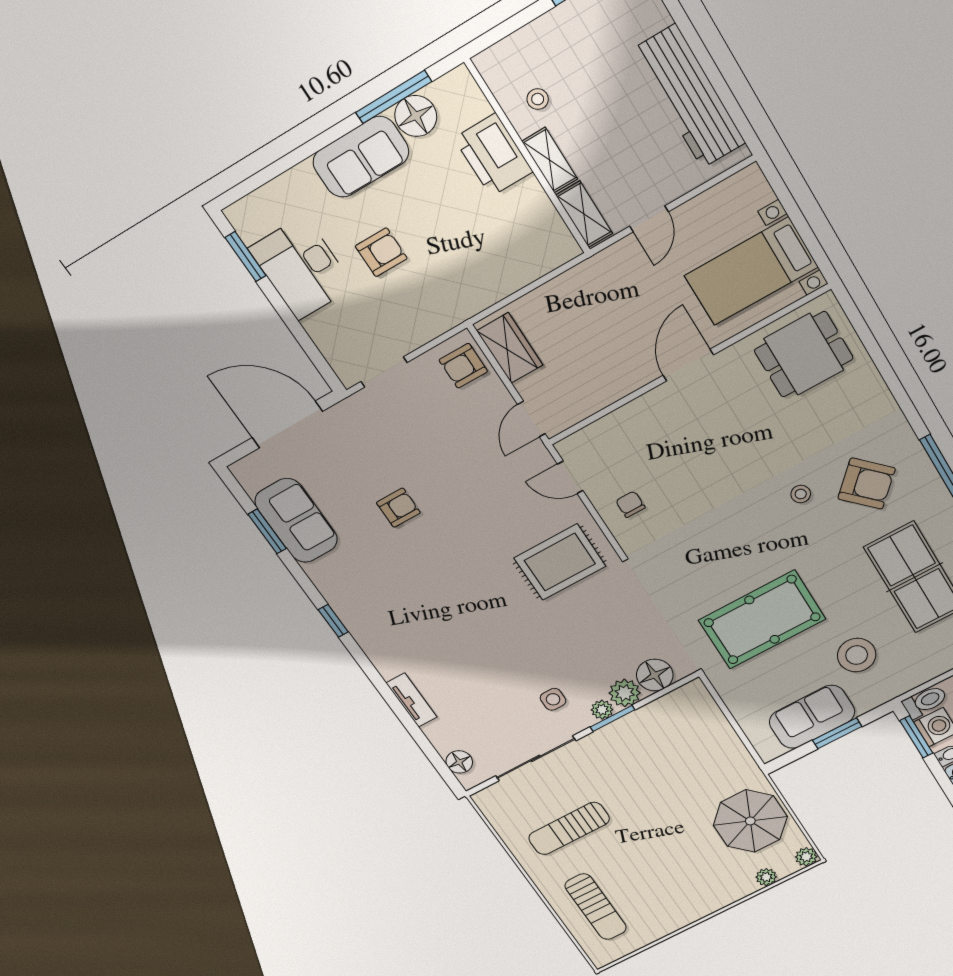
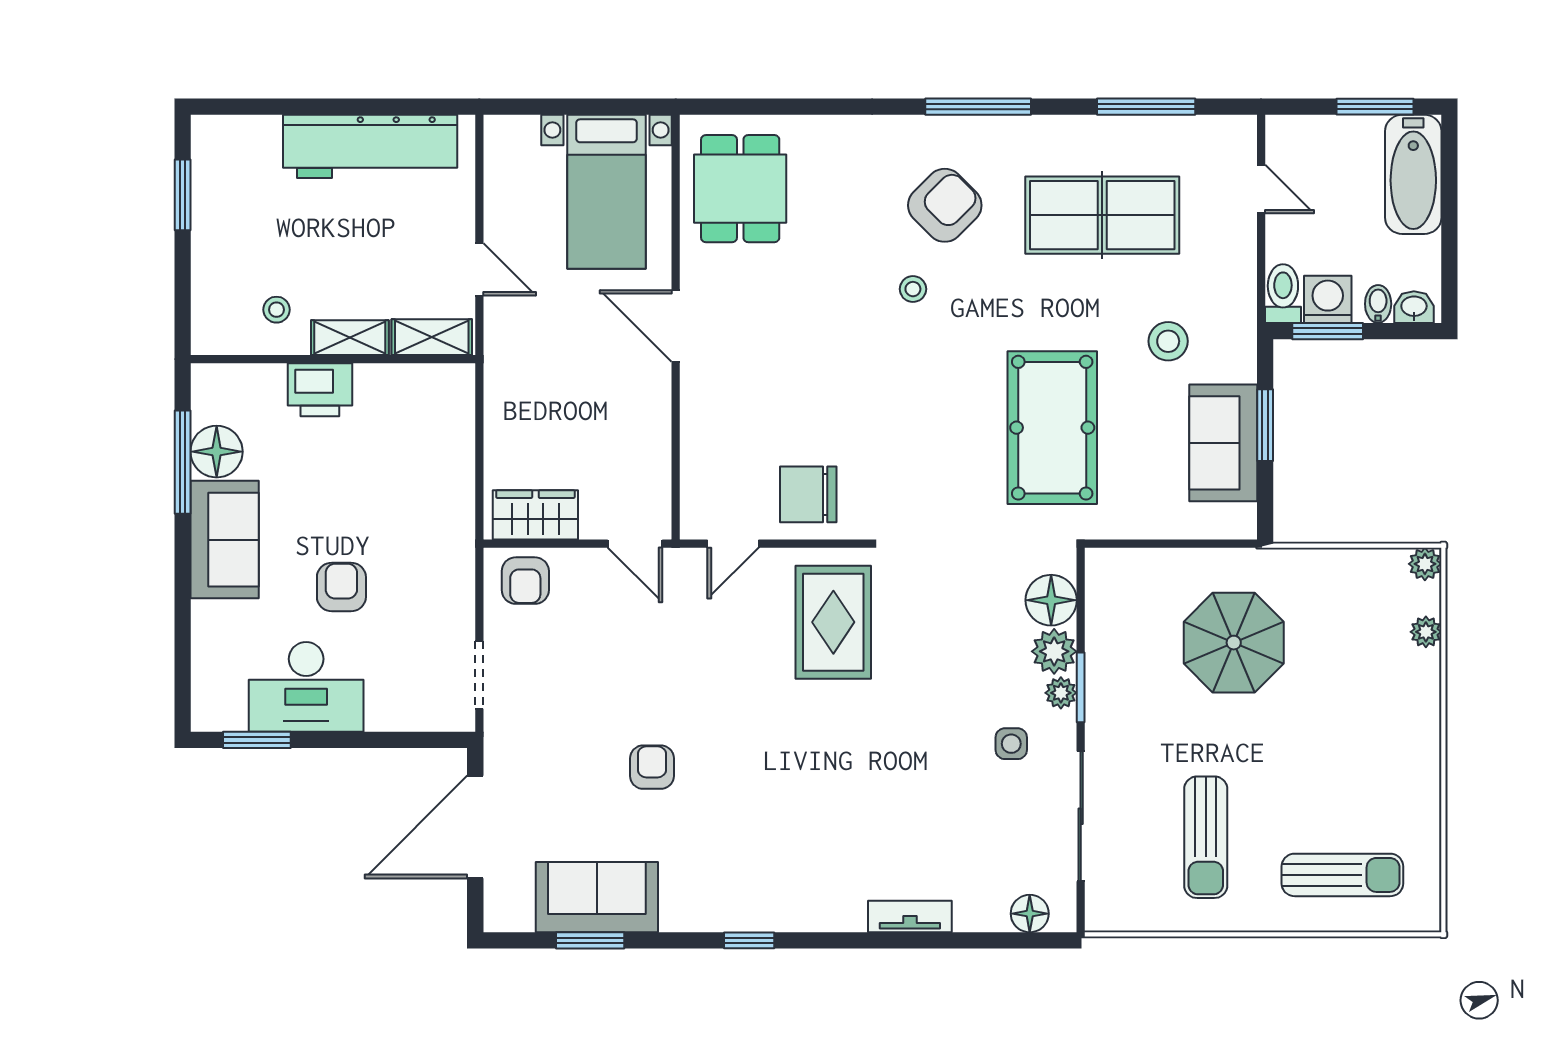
printer: (493, 155) -> (320, 390), width x0.73, depth x0.84
chair: (630, 504) -> (808, 494), width x1.87, depth x1.87
stool: (857, 655) -> (1168, 341), width x0.73, depth x0.73
parasol: (750, 821) -> (1234, 643), moved

